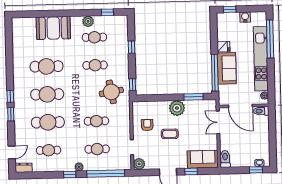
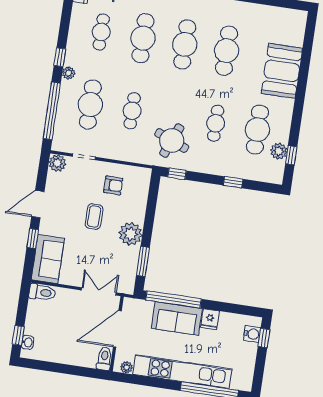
water cooler: (245, 17) -> (252, 334), moved
plant: (88, 21) -> (279, 151), moved
cafe table: (94, 37) -> (257, 129), width x1.37, depth x1.35
round table: (111, 92) -> (172, 141), turned 32
cafe table: (97, 149) -> (90, 105), width x1.37, depth x1.35

